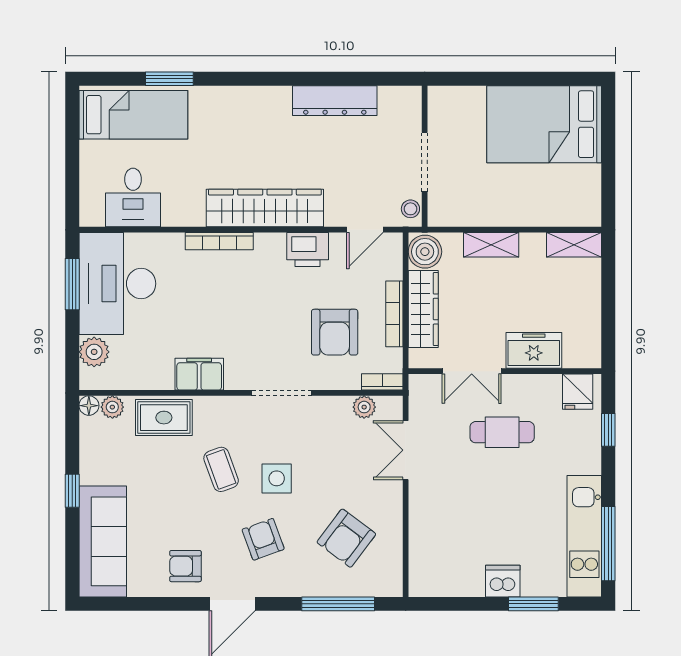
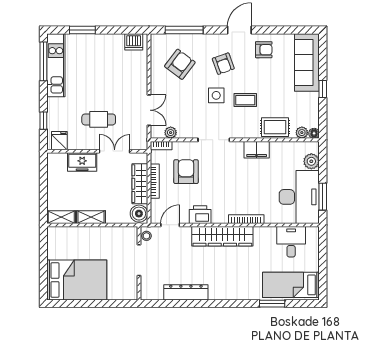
shelving: (491, 245) -> (91, 217), moved
coffee table: (221, 469) -> (245, 100), turned -70
dishwasher: (503, 581) -> (134, 42), moved

